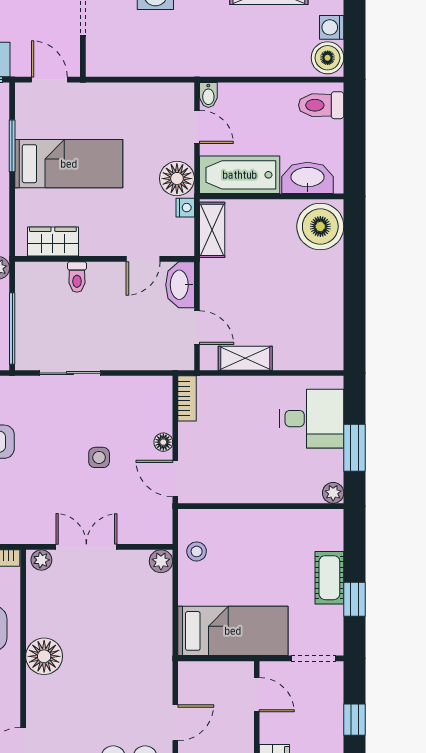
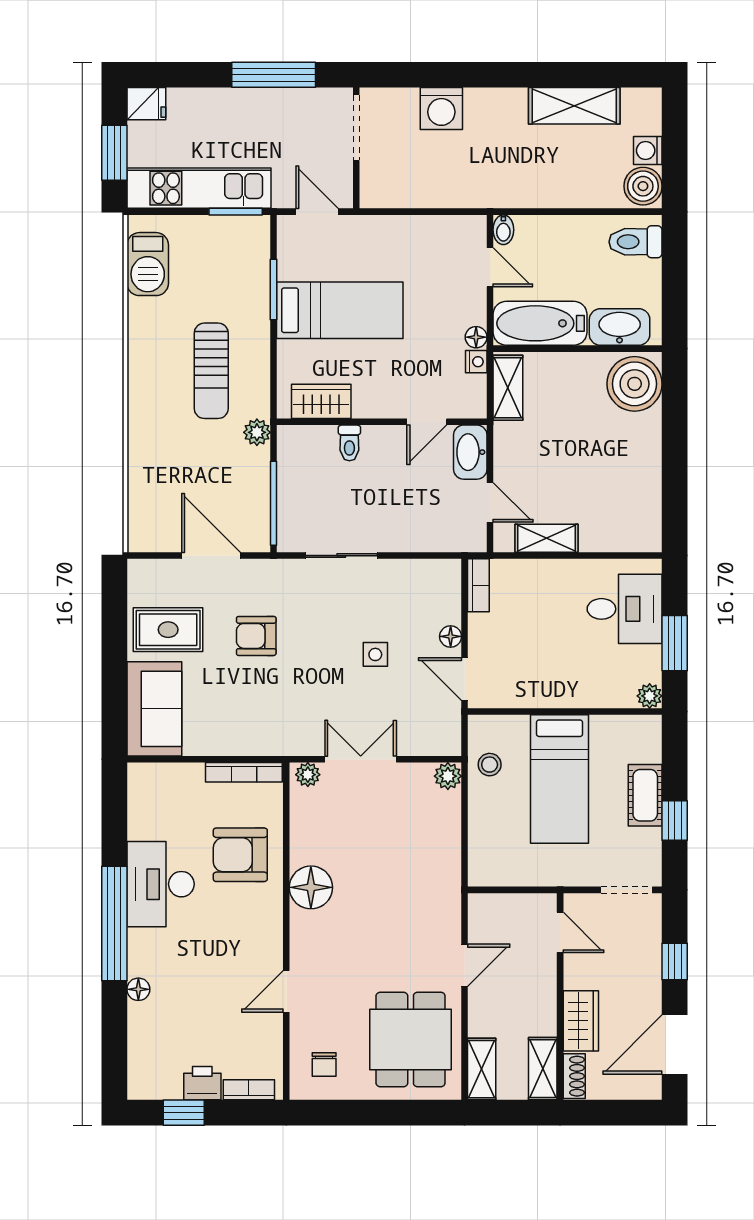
floor lamp: (177, 179) -> (476, 337), width x0.53, depth x0.53
bed: (233, 631) -> (560, 779), moved, turned 90

